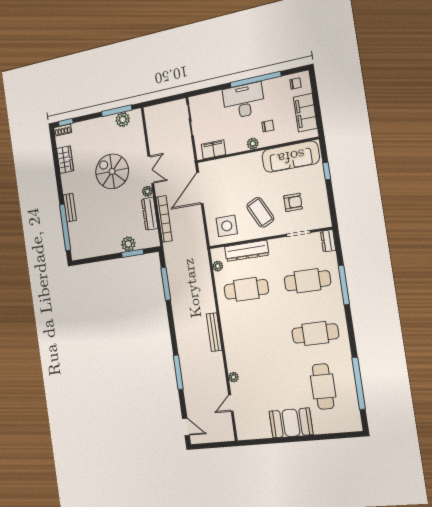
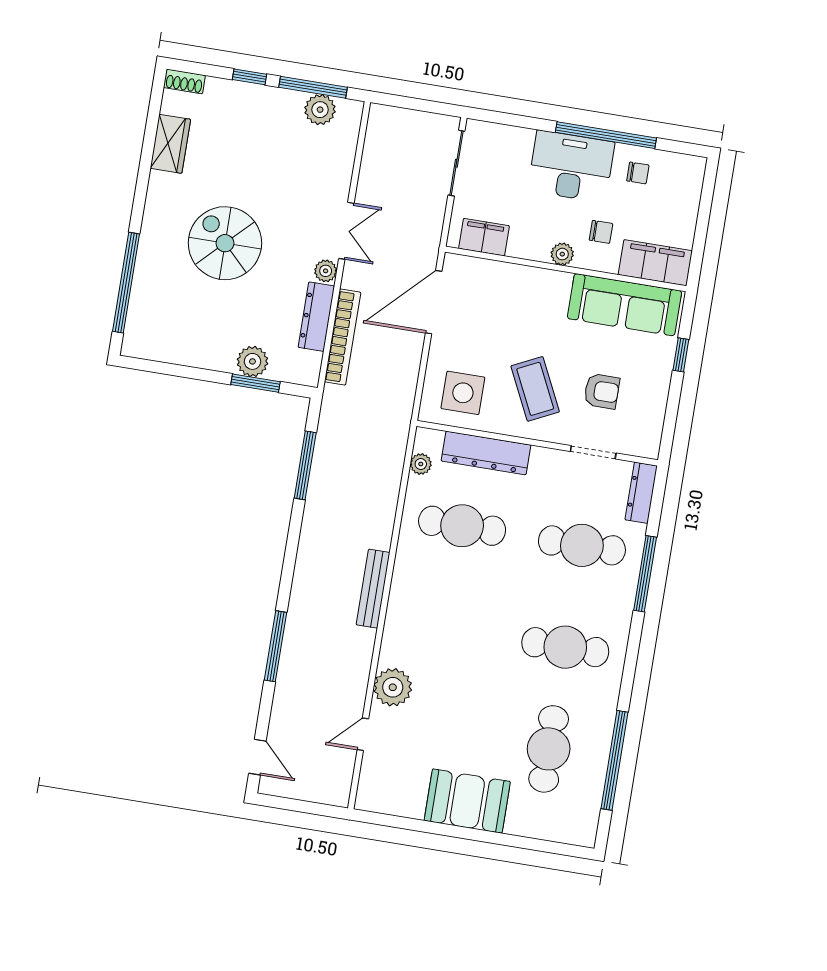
chair: (295, 84) -> (638, 173), moved
filing cabinet: (305, 113) -> (655, 263), moved, turned 90
window: (66, 122) -> (249, 77), moved
spiral stairs: (112, 171) -> (225, 243), moved
bench: (70, 208) -> (149, 246), removed
dresser: (328, 241) -> (641, 493), width x1.44
plant: (234, 377) -> (393, 687), width x1.87, depth x1.87

